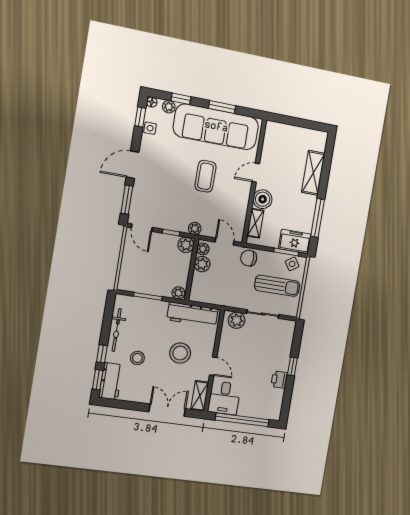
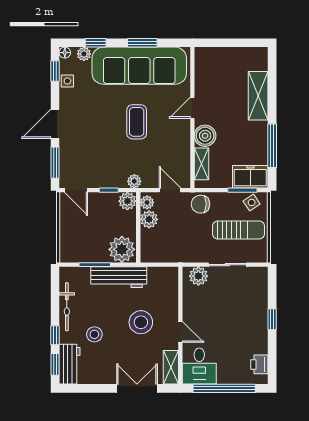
plant: (178, 293) -> (122, 249), width x1.88, depth x1.88
workbench: (192, 314) -> (119, 277), moved
printer: (279, 380) -> (259, 364), moved

